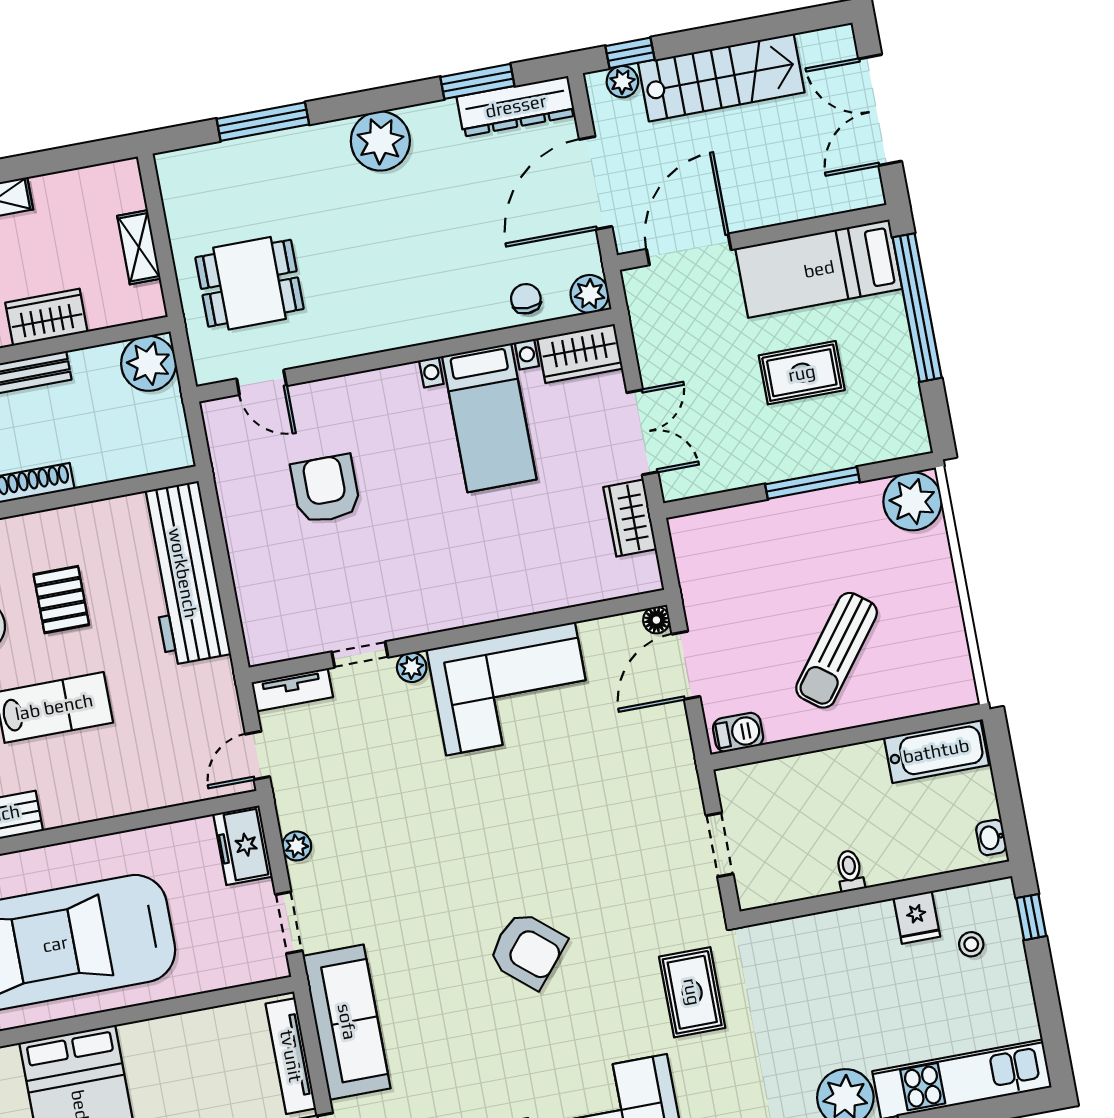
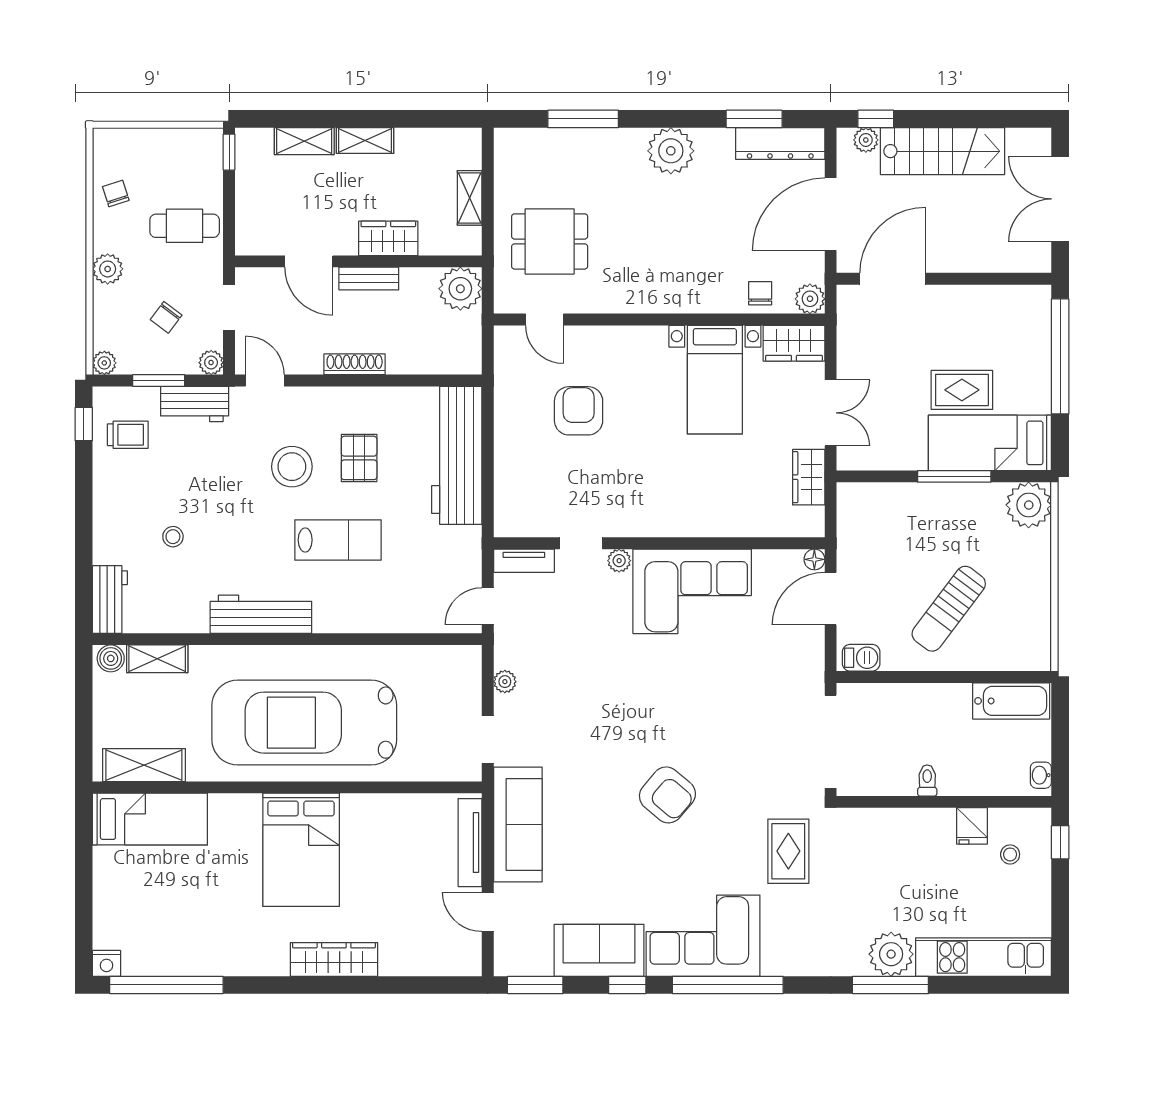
bed: (819, 269) -> (990, 443), moved
freezer: (243, 845) -> (463, 673), removed
doorway: (720, 845) -> (831, 742), width x1.88

